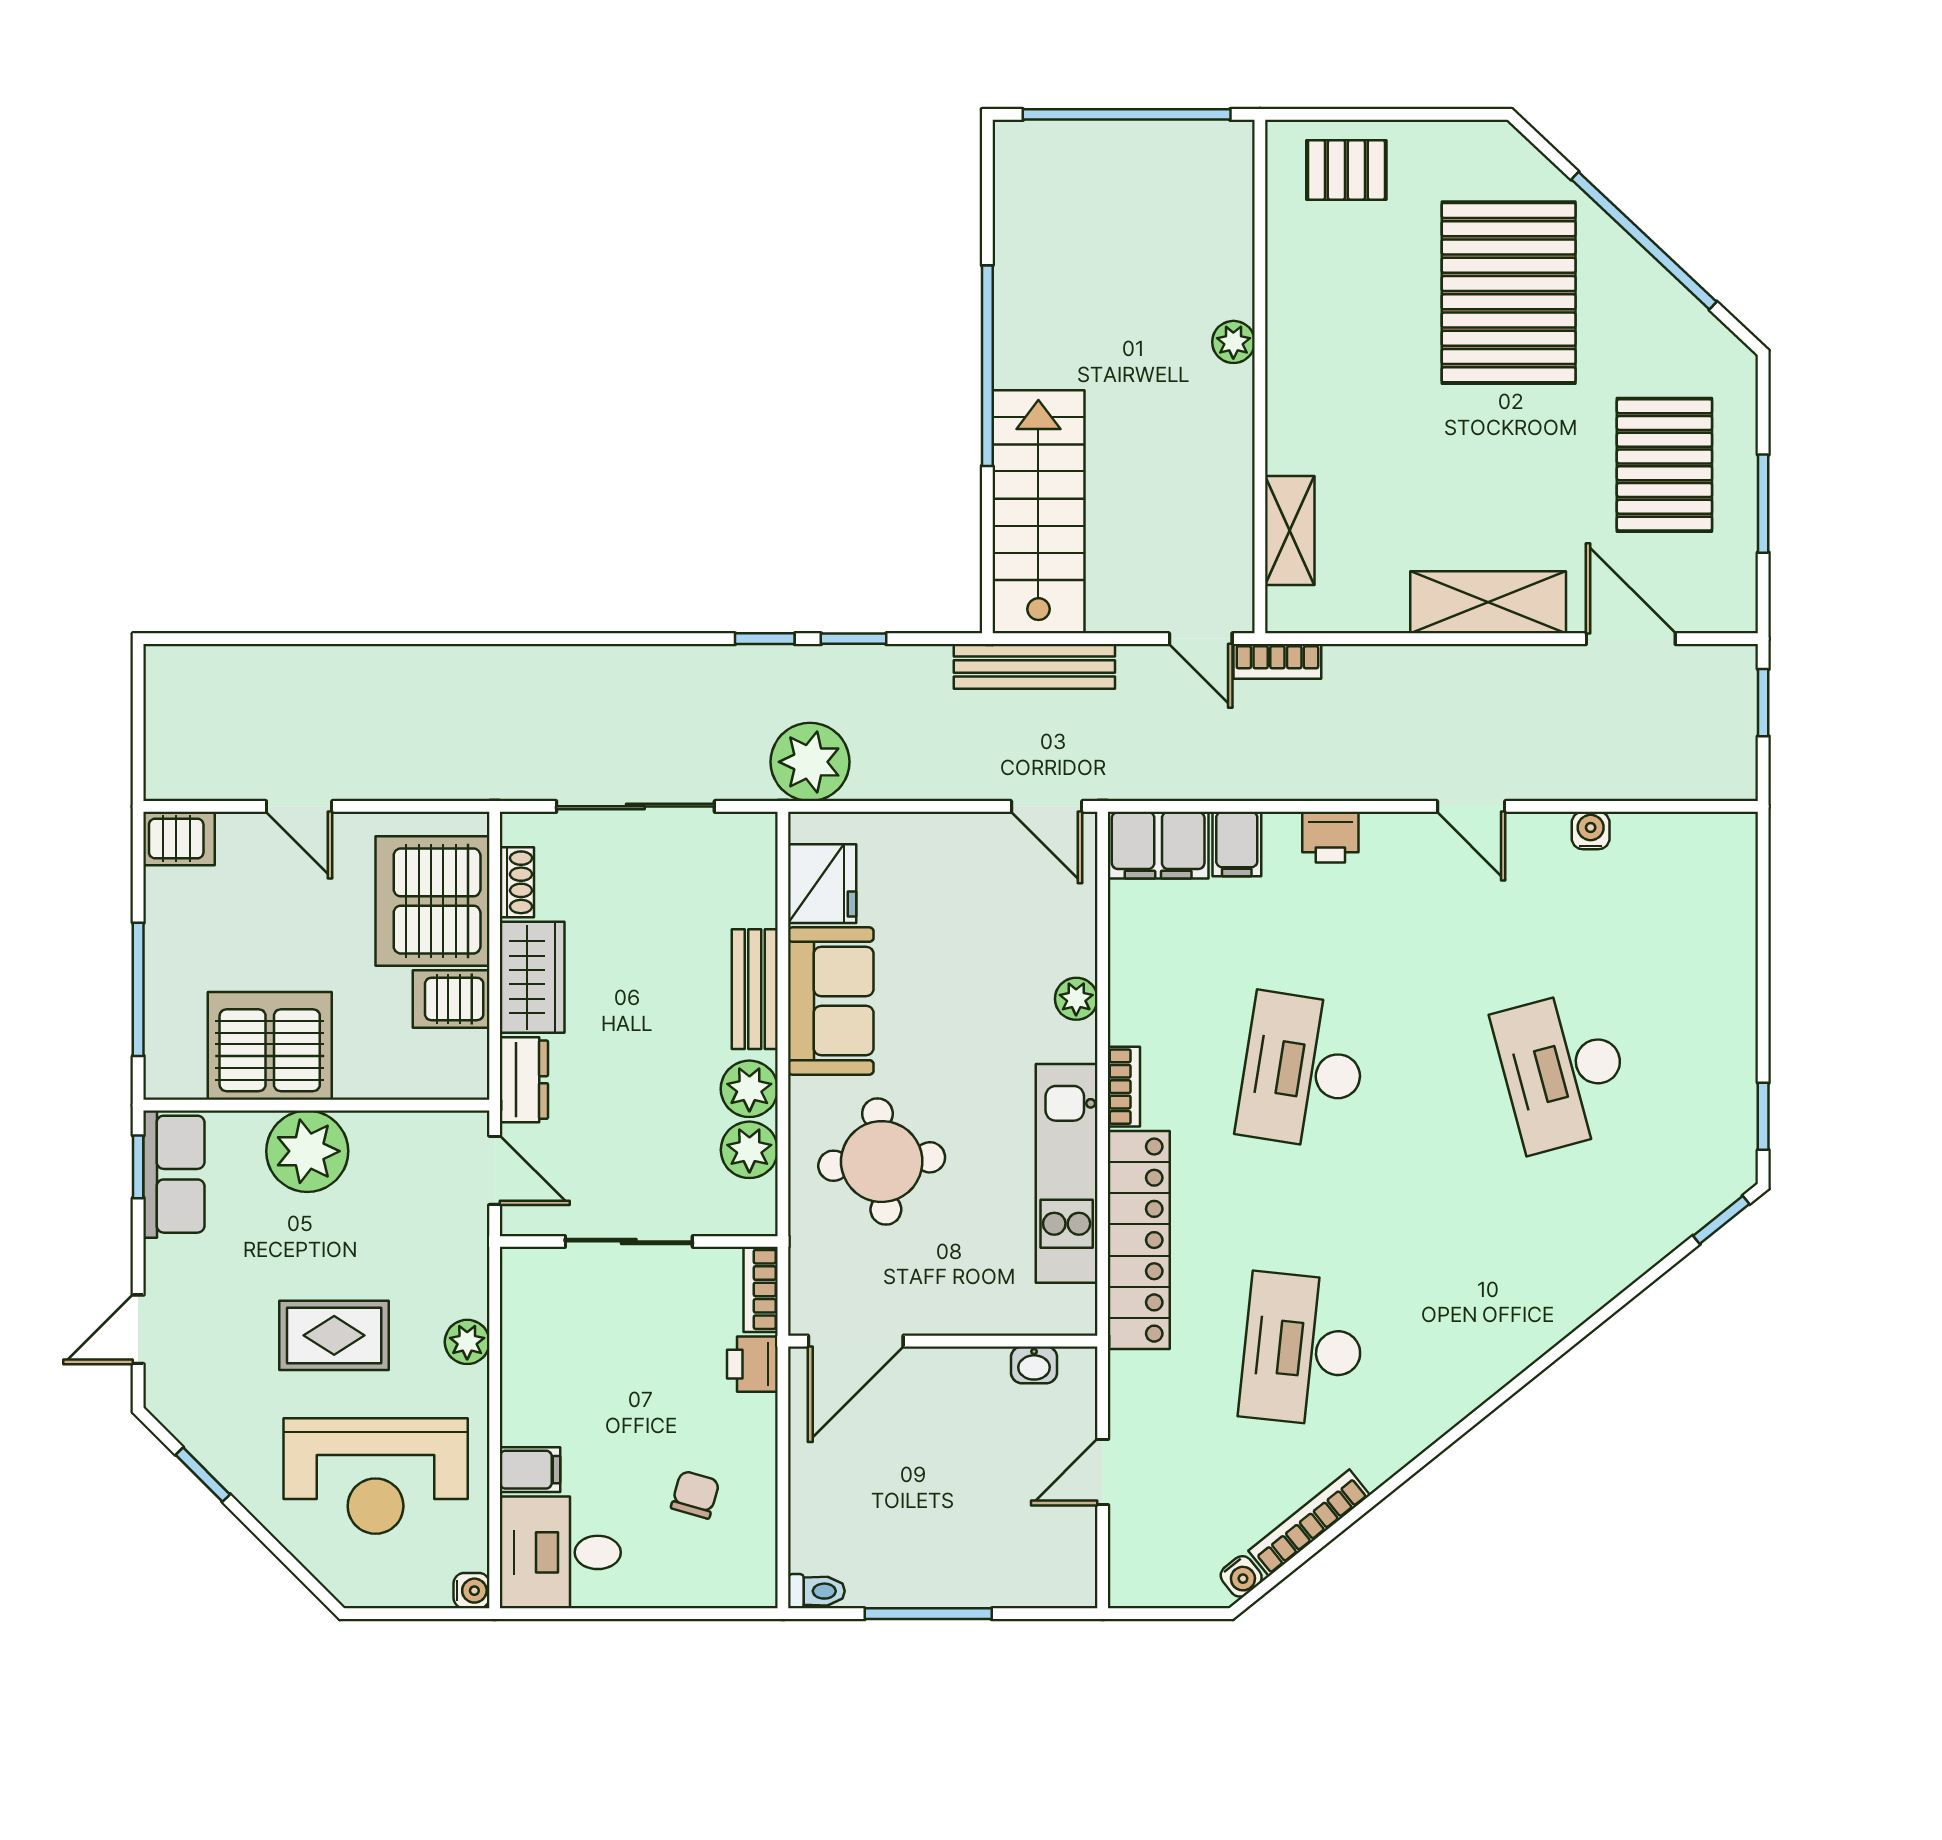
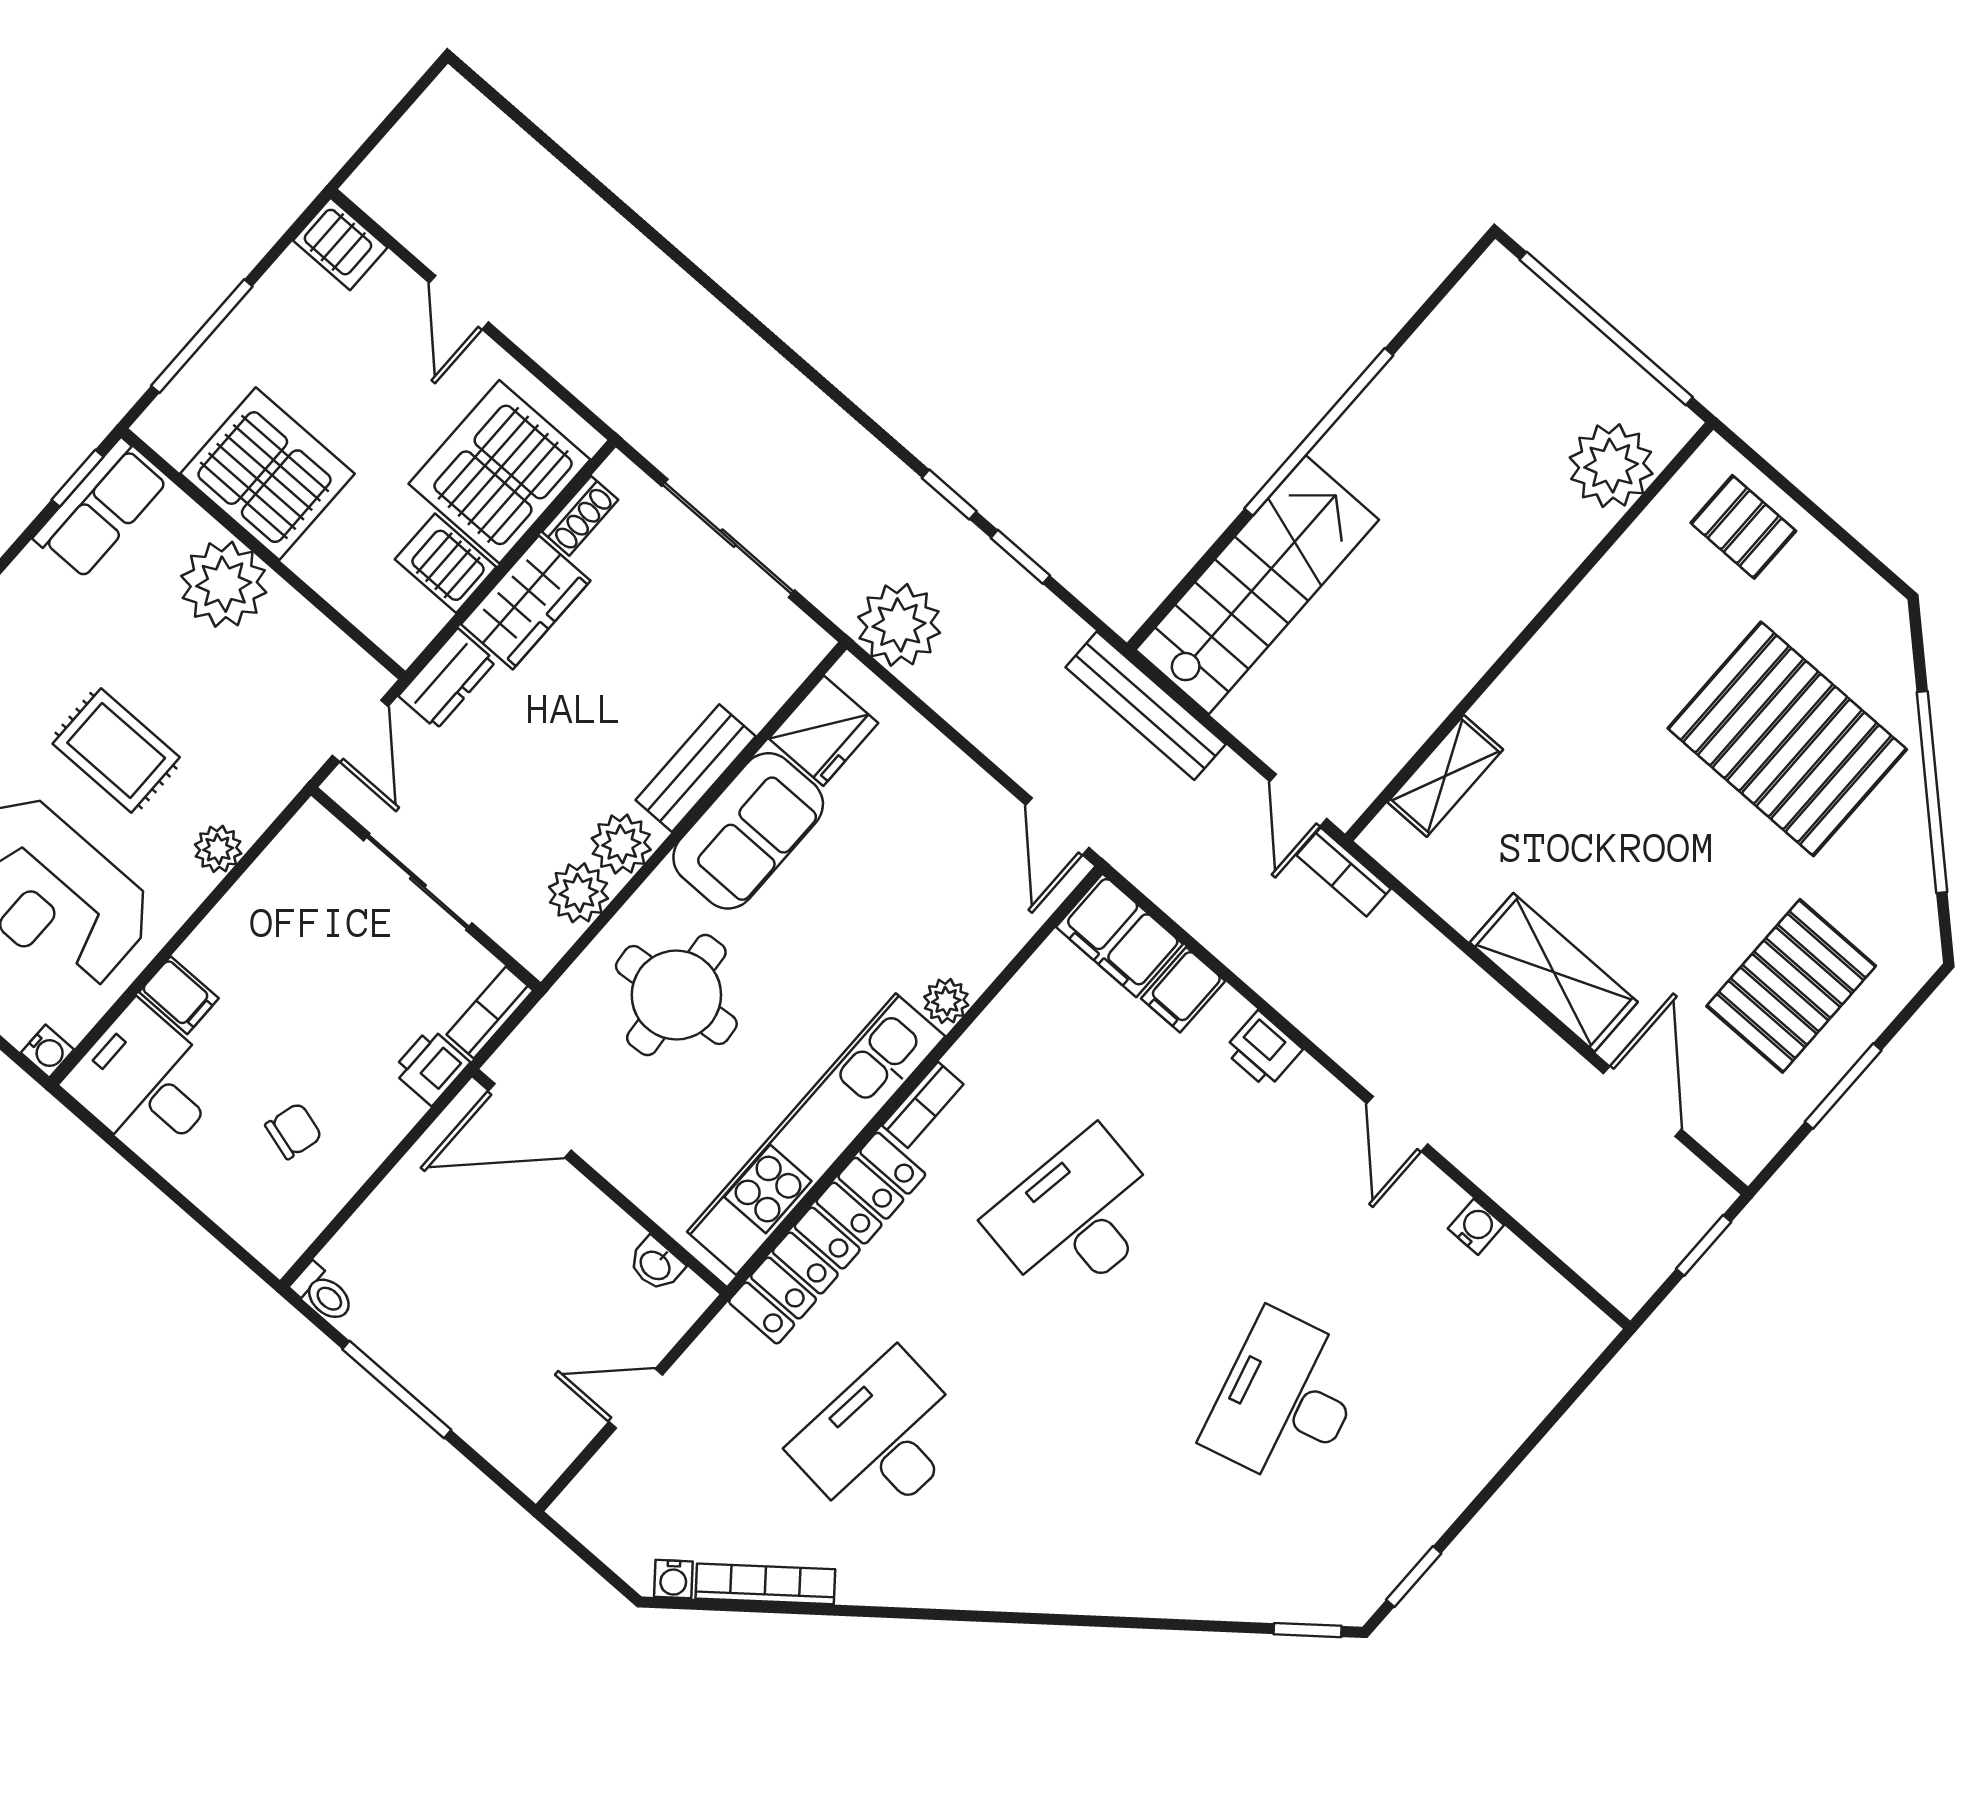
pallet: (1509, 293) -> (1787, 739), turned 90
plant: (1233, 342) -> (1611, 466), moved, width x1.87, depth x1.87
kitchen unit: (1067, 1173) -> (816, 1134), width x1.36

